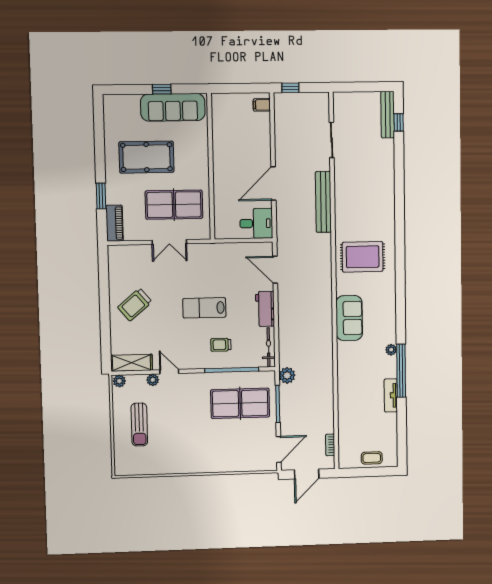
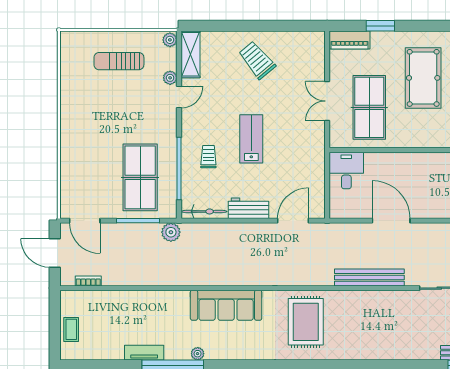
desk: (256, 223) -> (346, 171), moved, turned 180
sofa: (349, 318) -> (226, 305), width x1.36

